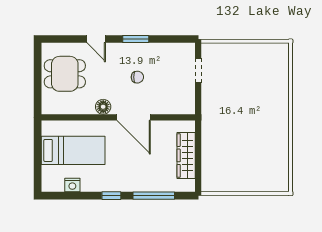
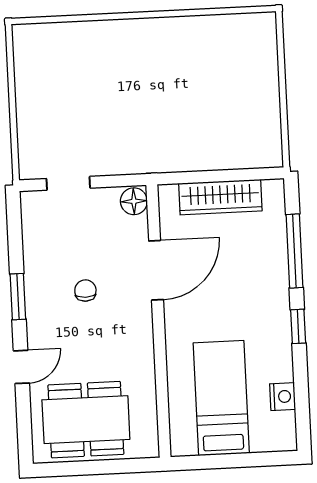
dining table: (65, 74) -> (86, 420), width x1.38
floor lamp: (103, 107) -> (134, 201), moved
door: (134, 117) -> (156, 270), moved

